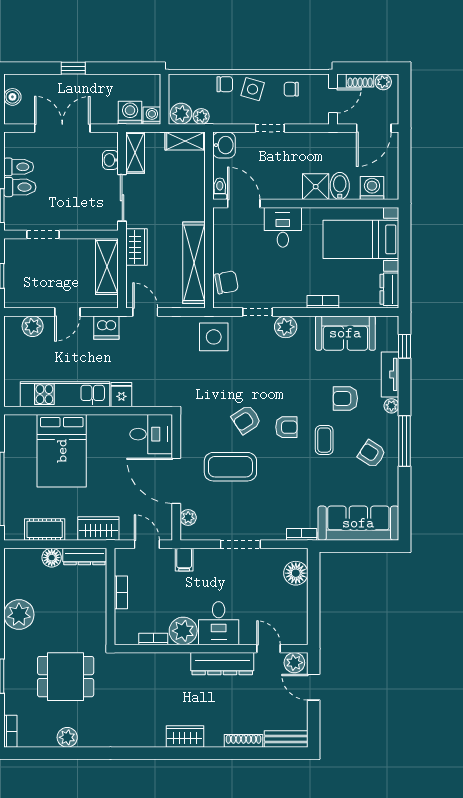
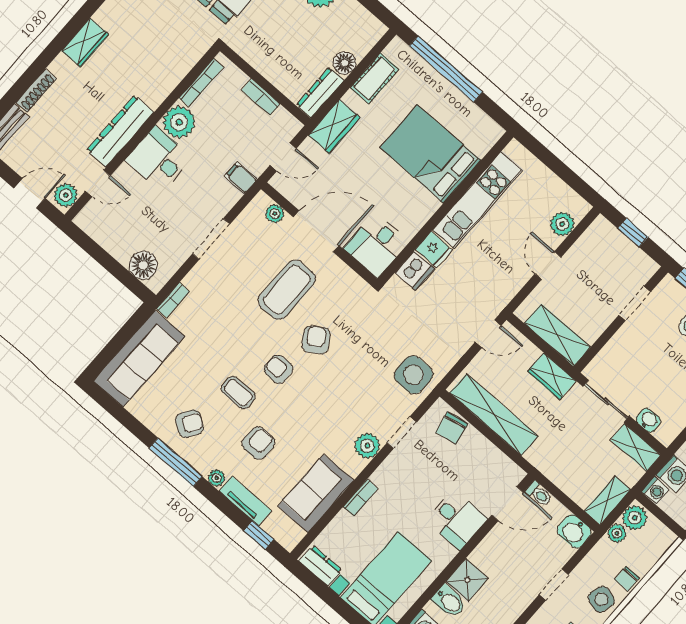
dishwasher: (106, 328) -> (415, 271), moved, turned 180
armchair: (286, 427) -> (279, 369), turned 90
bookcase: (153, 639) -> (201, 83), width x1.56

